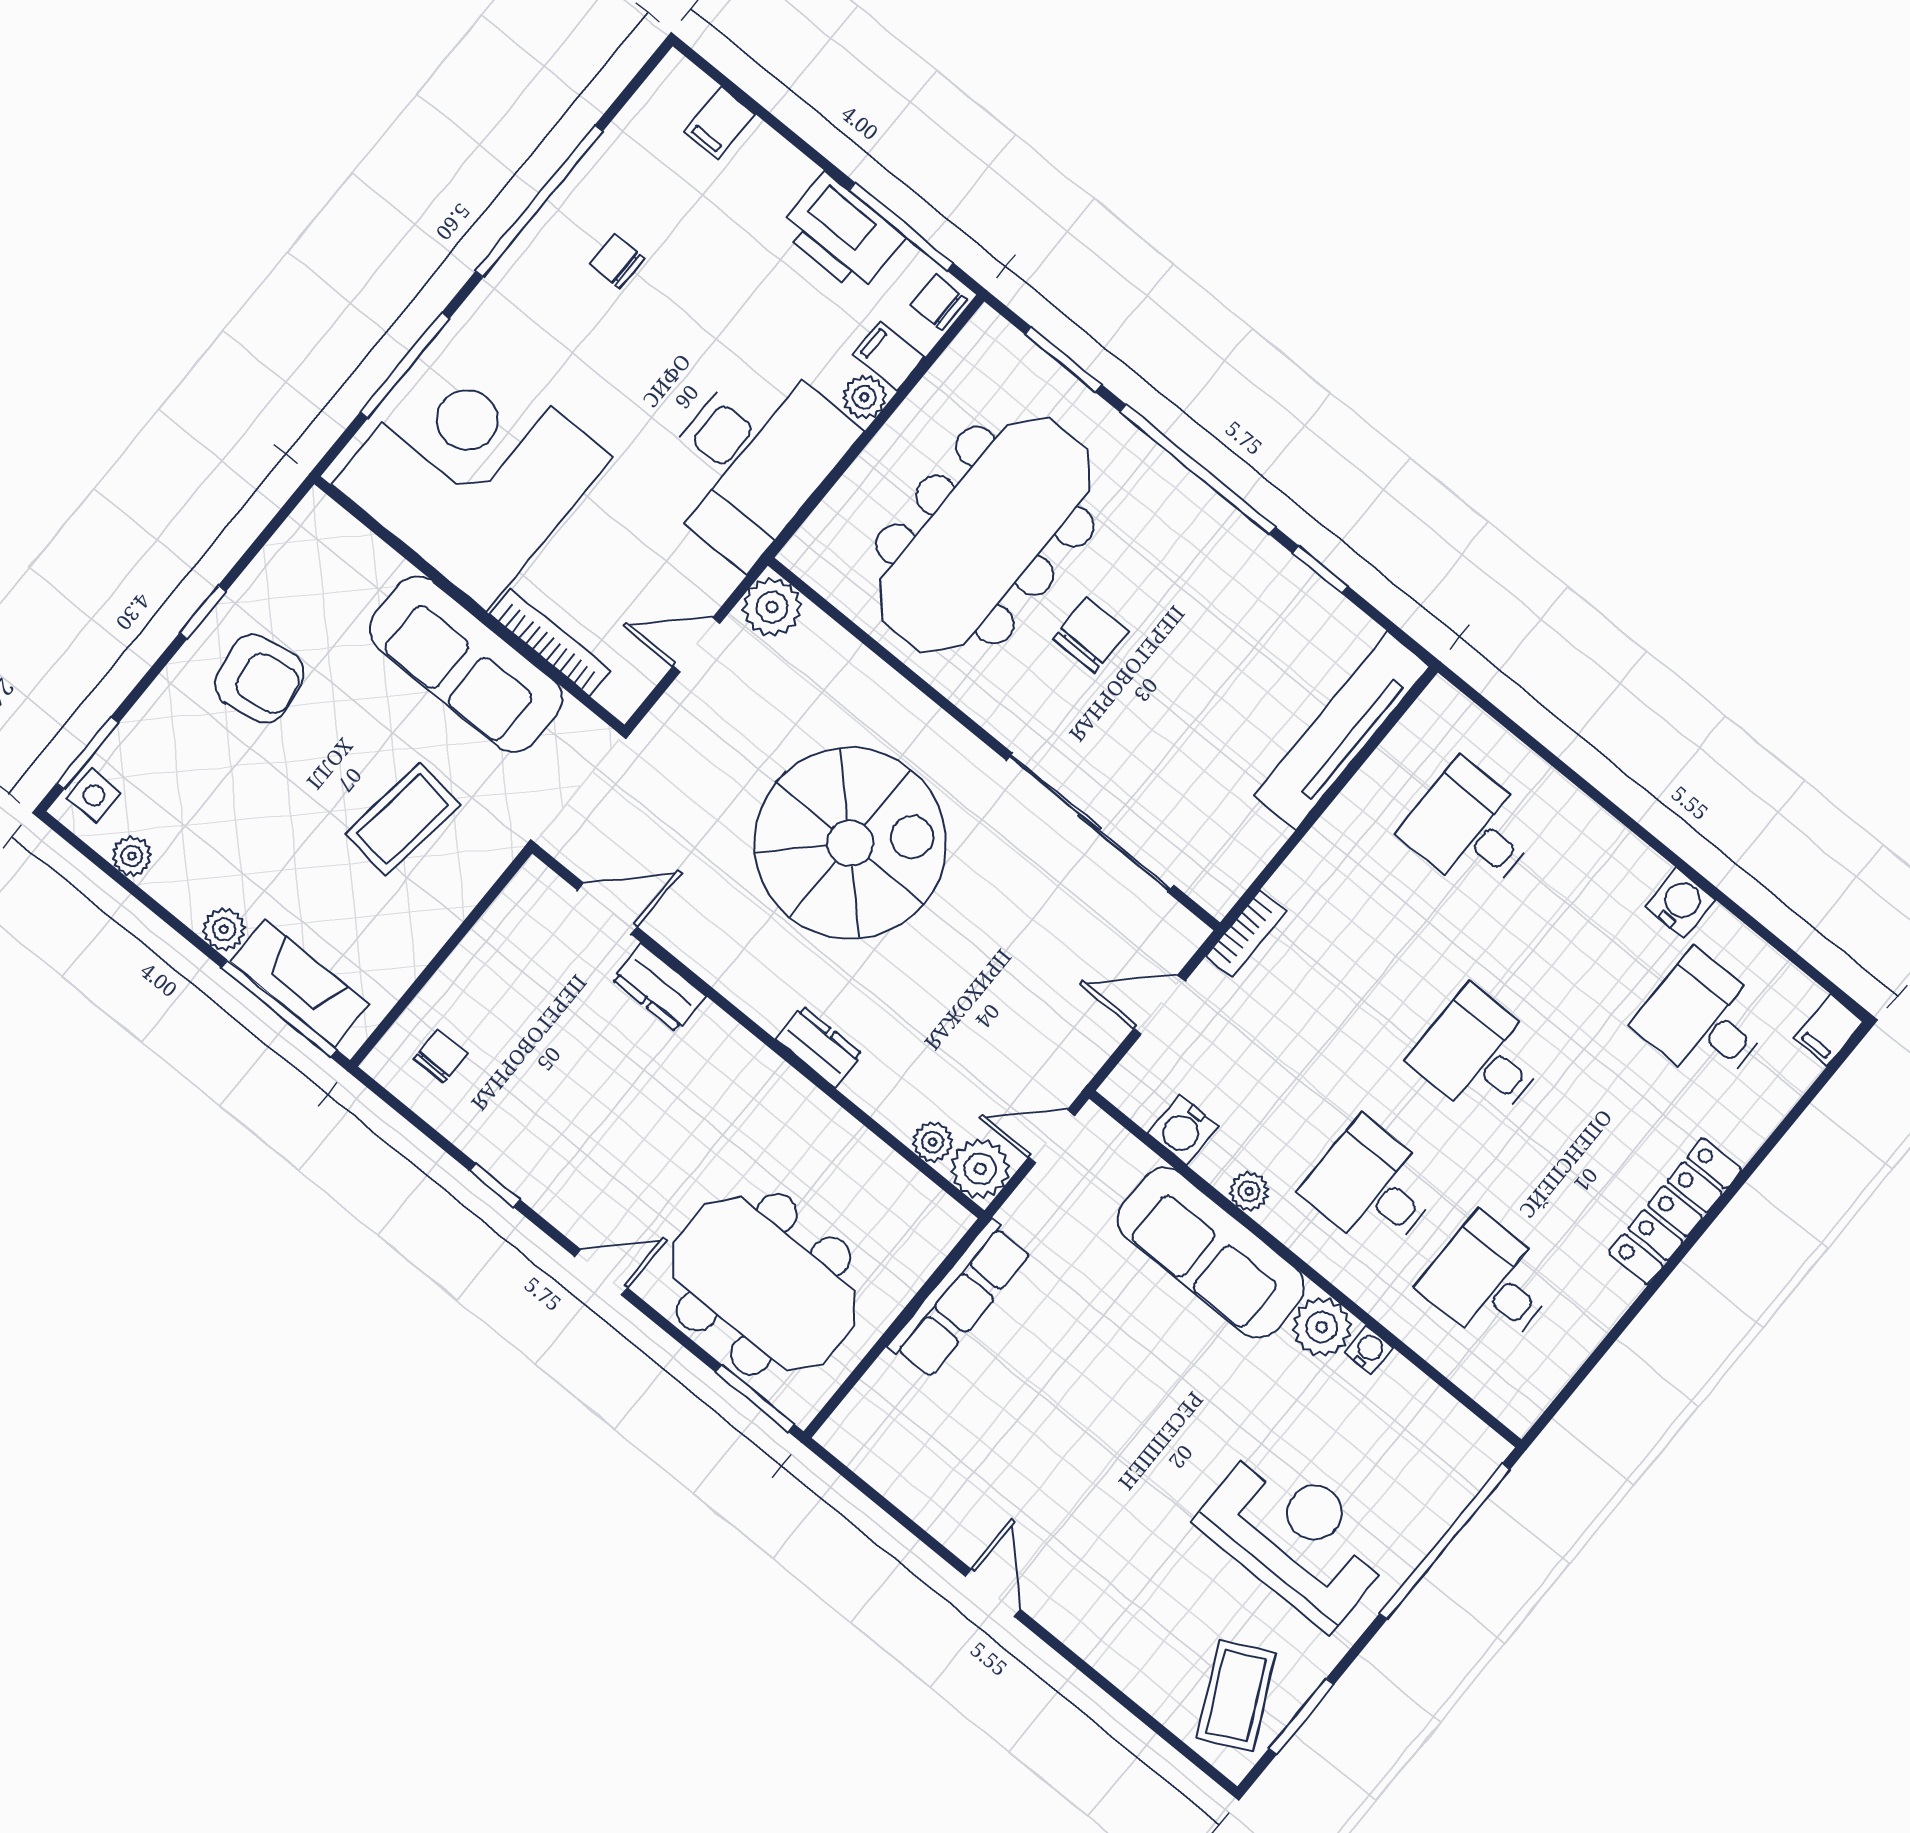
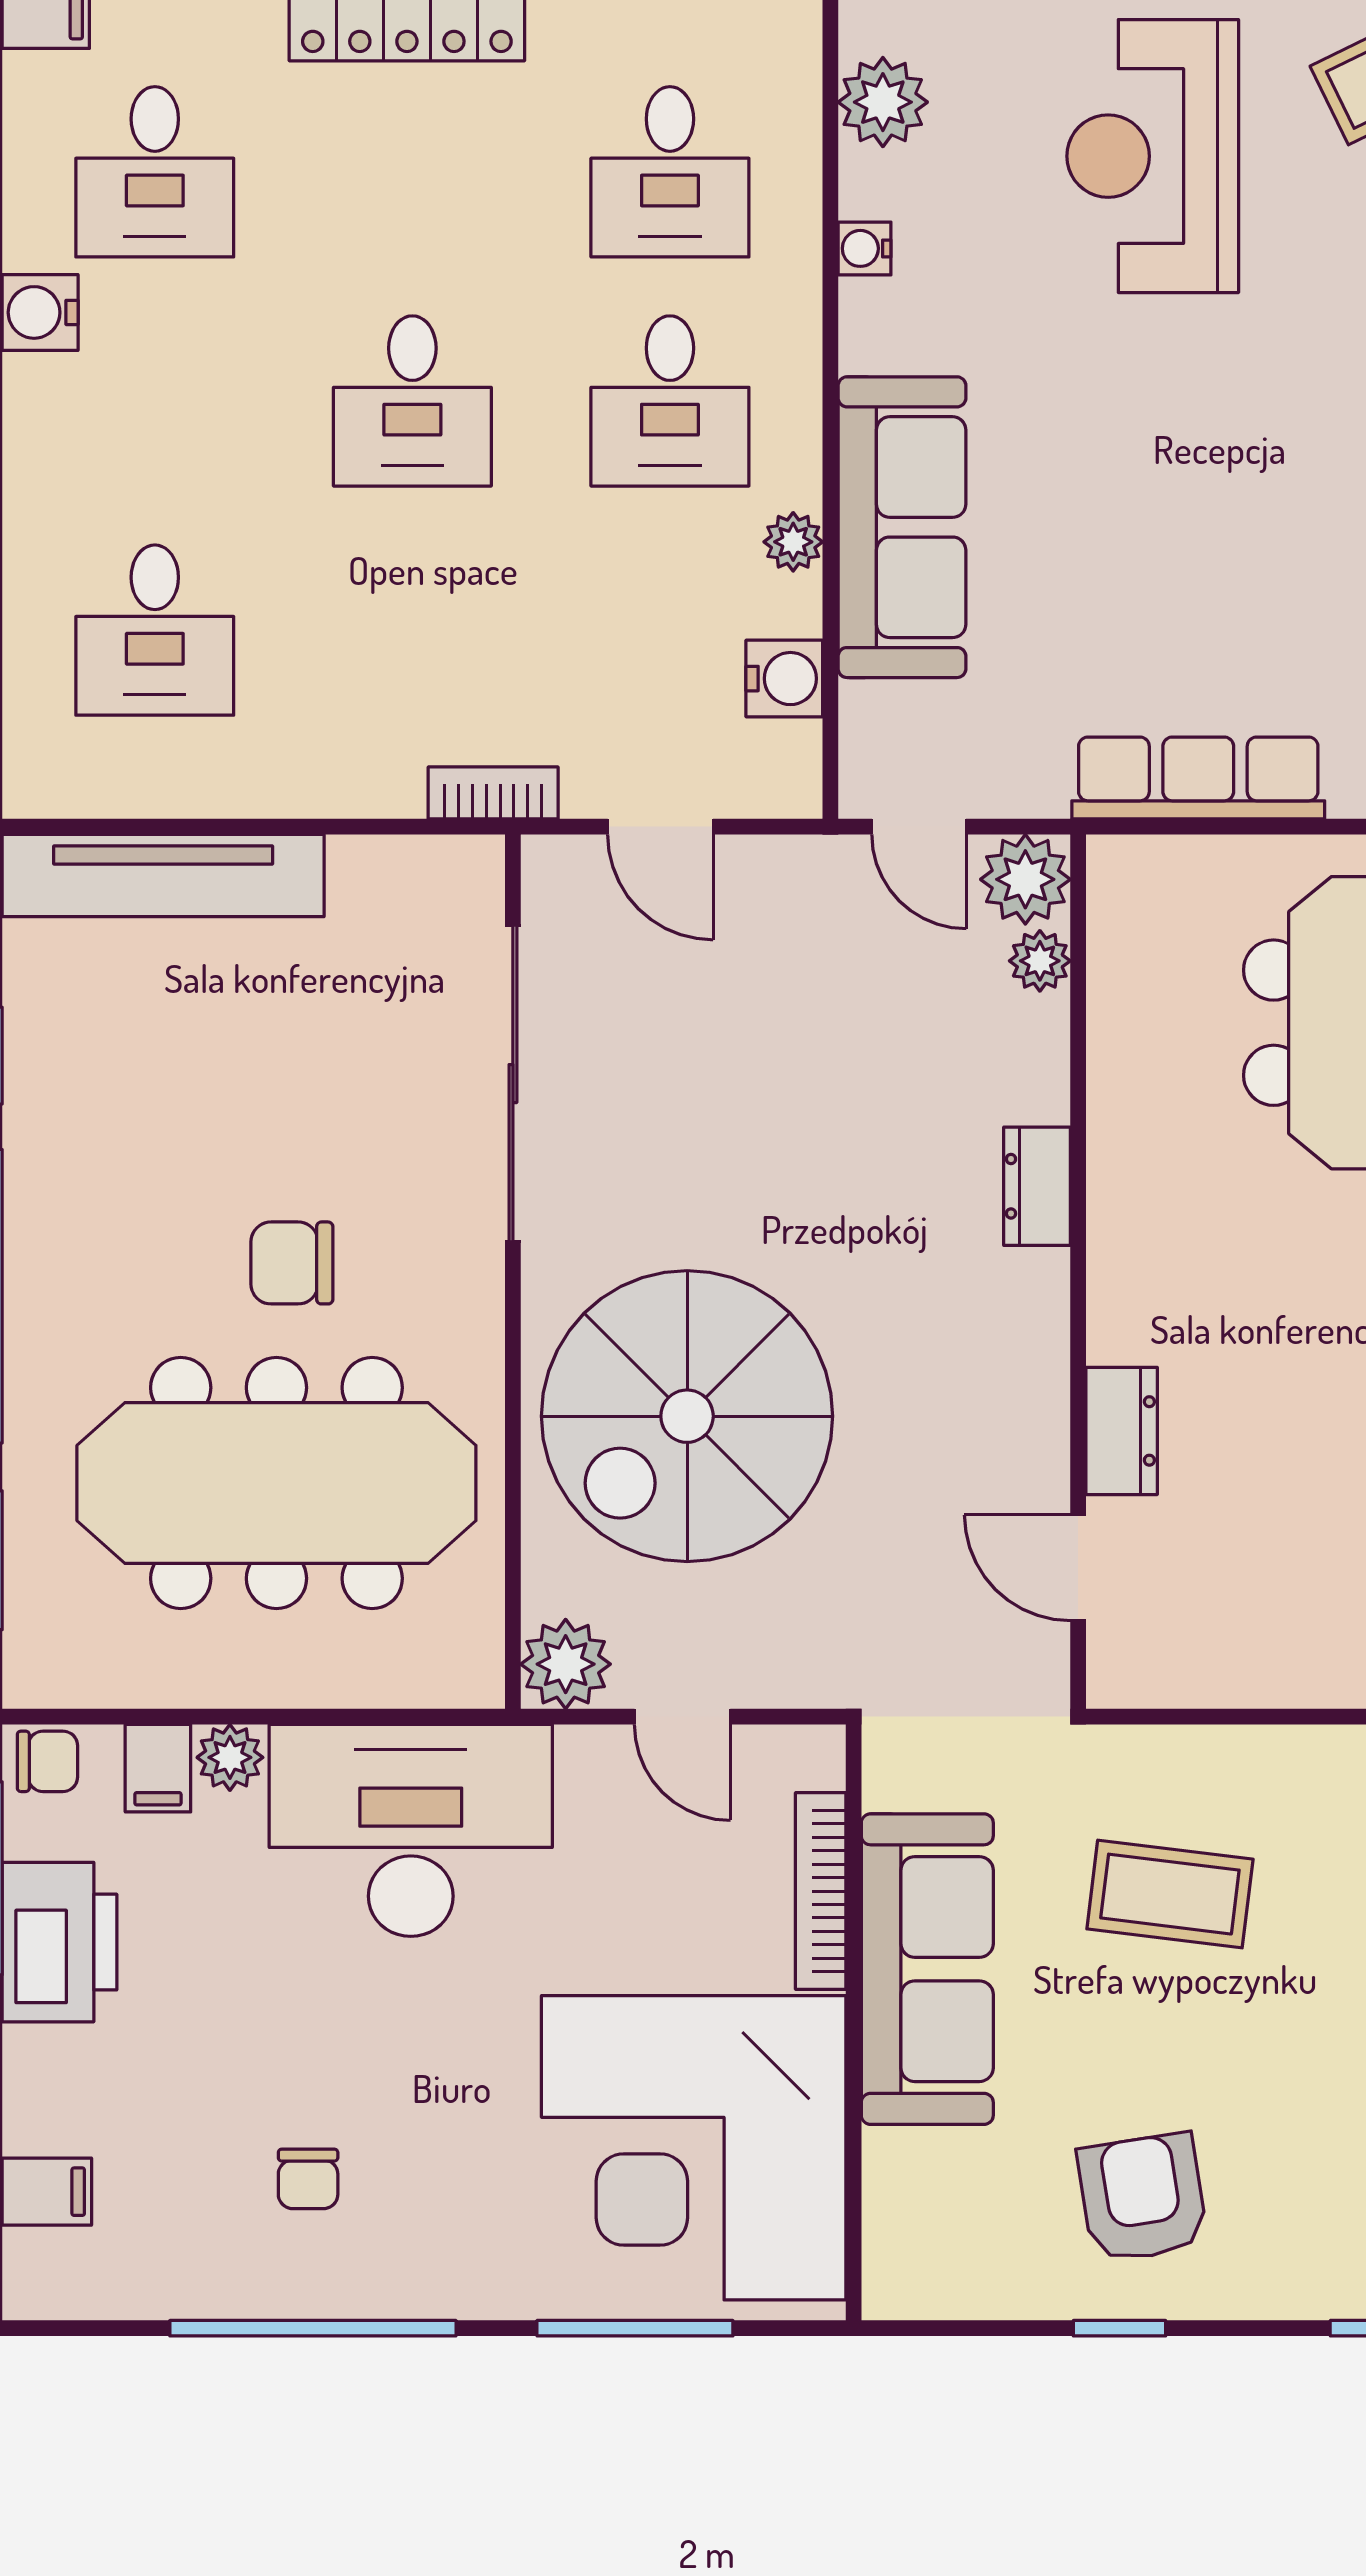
chair: (939, 303) -> (47, 1761), turned -90
spiral stairs: (850, 843) -> (687, 1416), moved, turned -90
plant: (1322, 1327) -> (883, 102), moved

